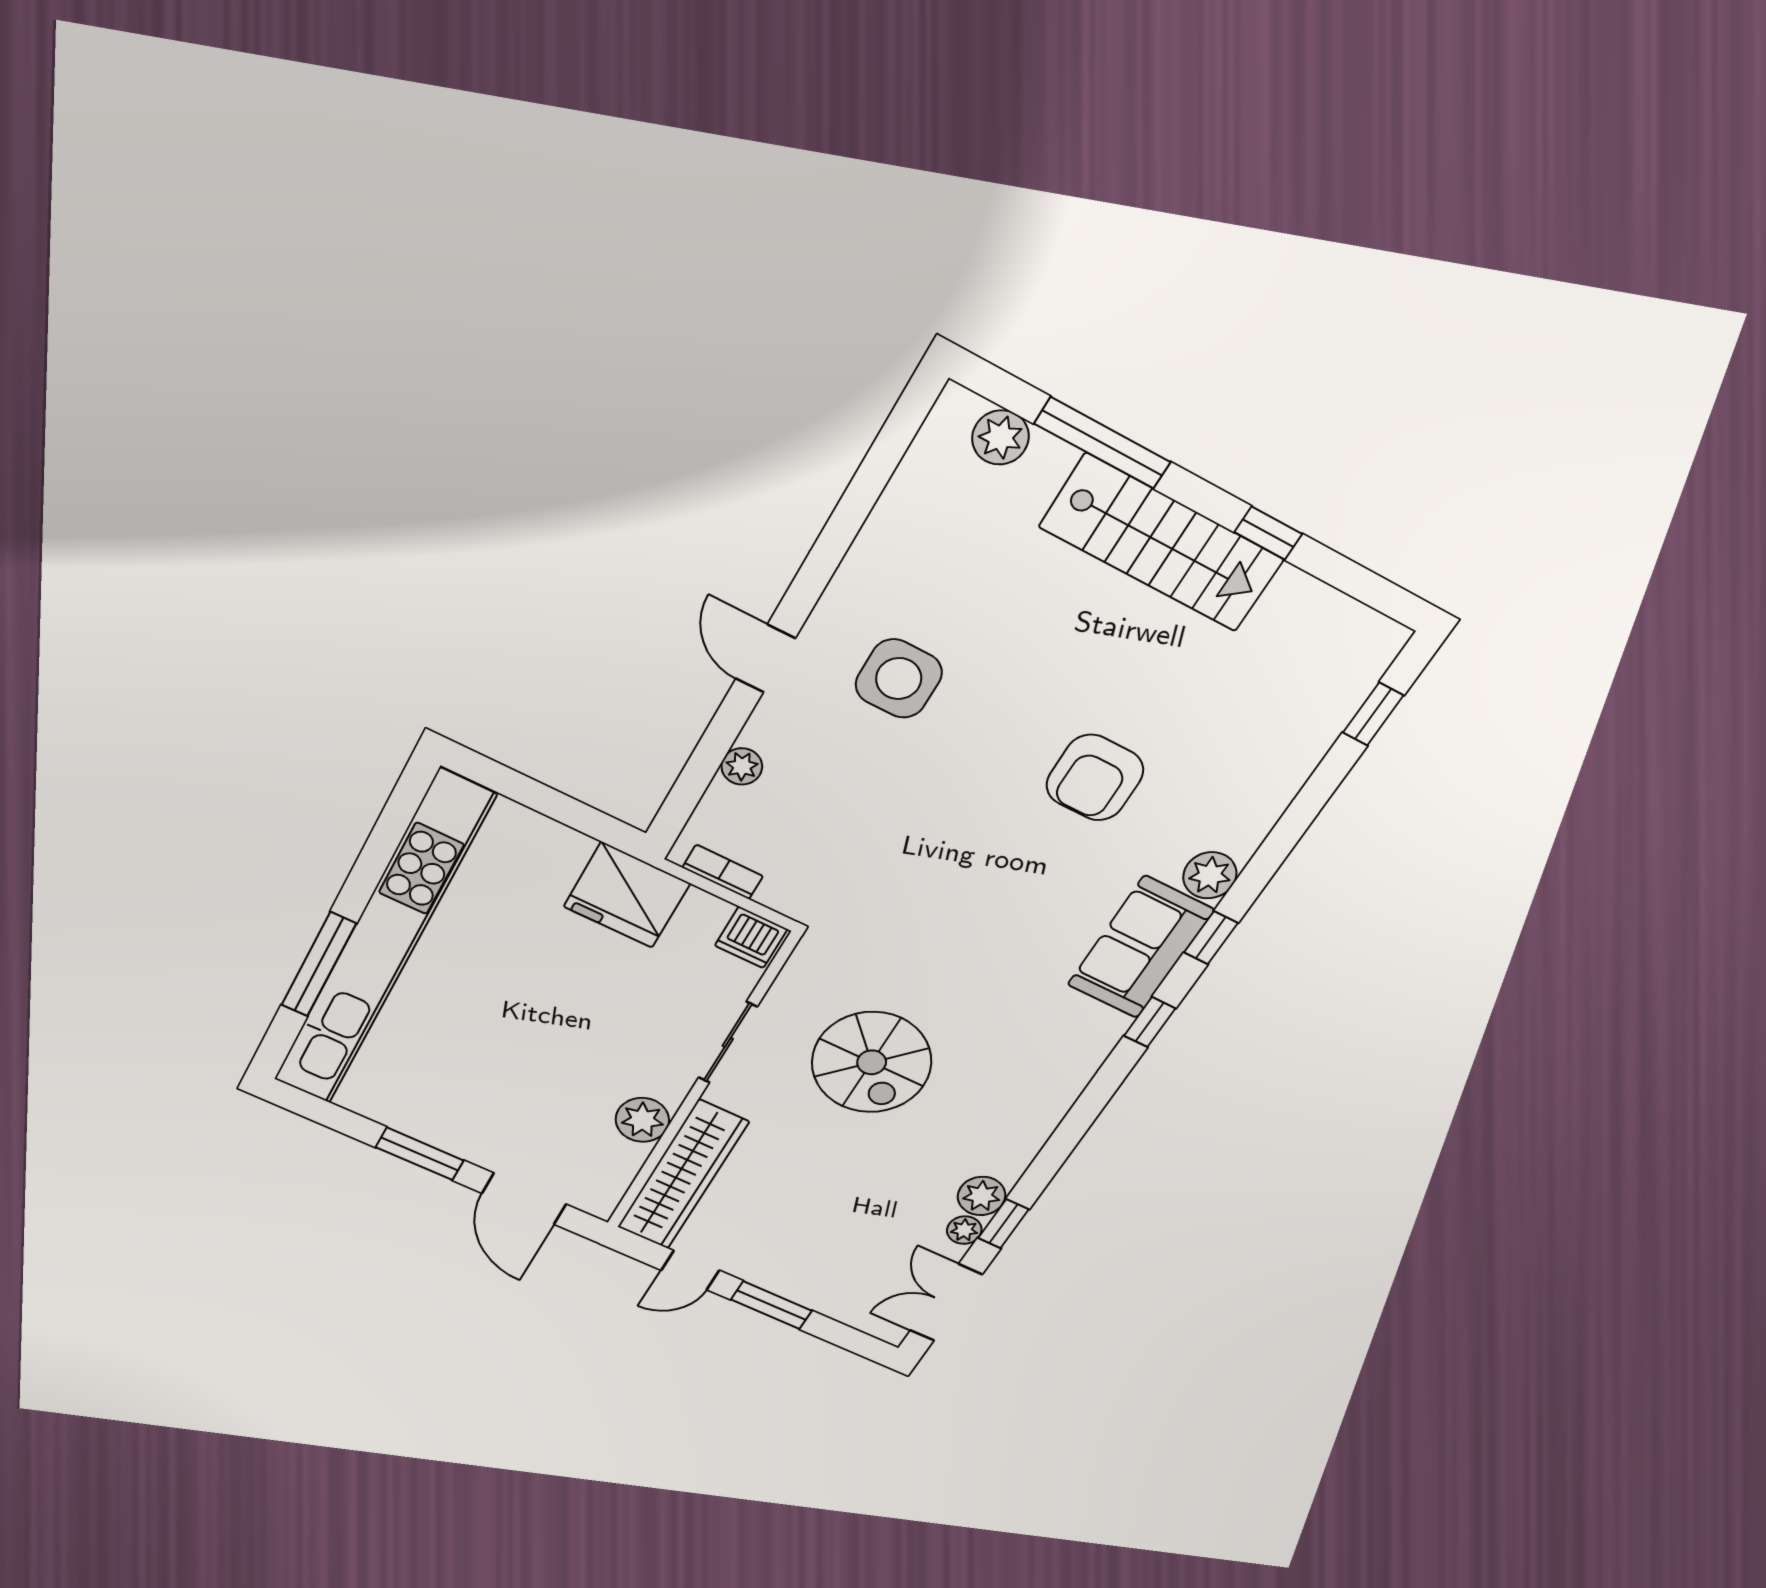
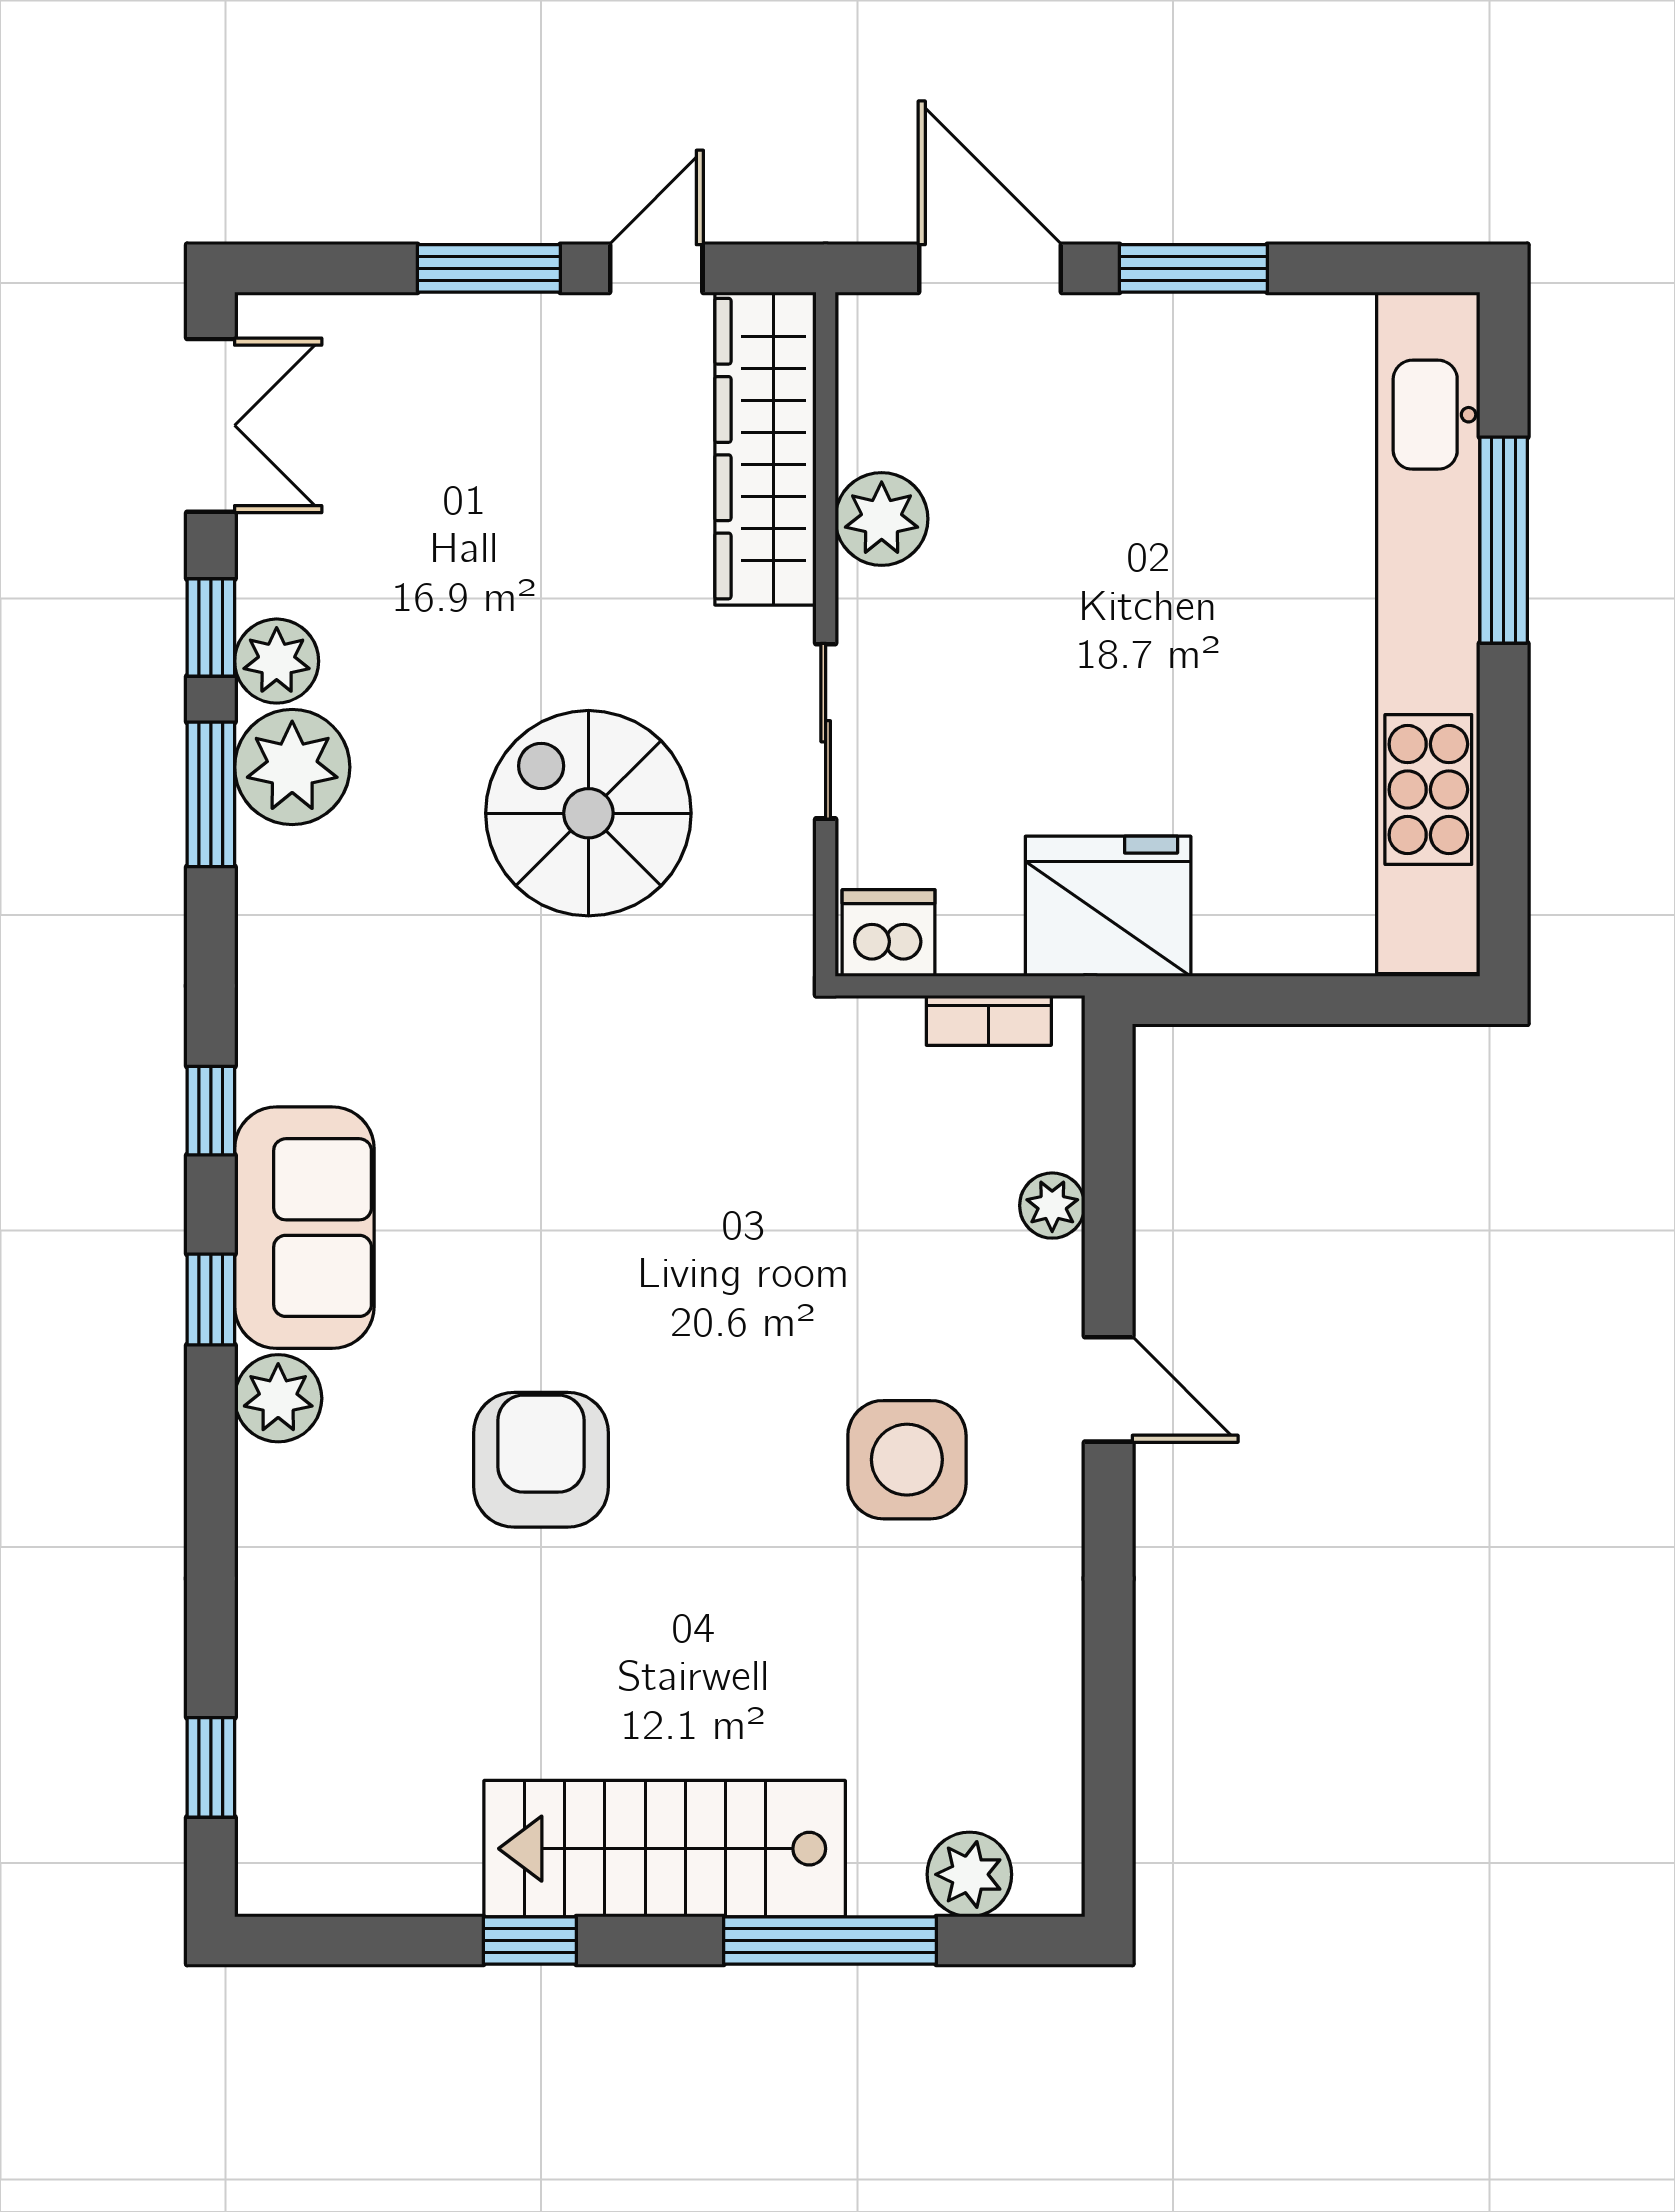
window: (1052, 1156) -> (211, 794), added
plant: (964, 1230) -> (292, 767), moved, width x1.87, depth x1.87

